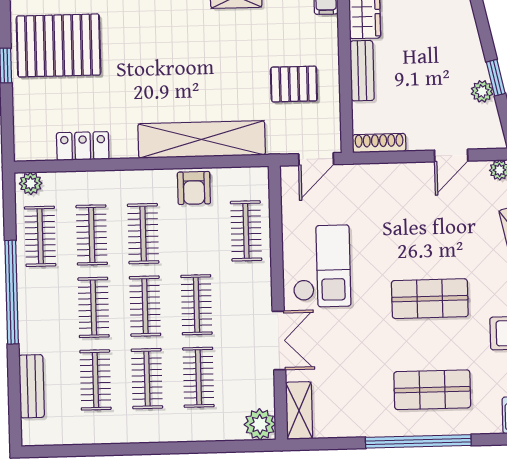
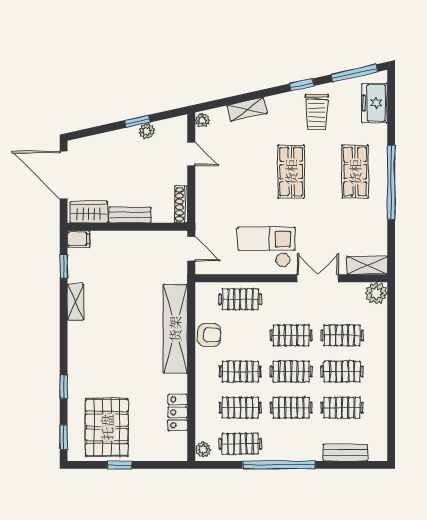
pallet: (294, 84) -> (138, 263), removed

